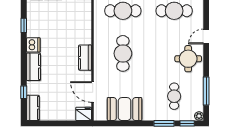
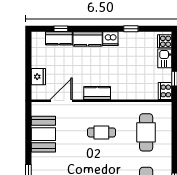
cafe table: (123, 53) -> (101, 132), width x0.73, depth x0.74
kitchen counter: (33, 108) -> (59, 38), moved
fridge: (84, 114) -> (38, 77), moved

